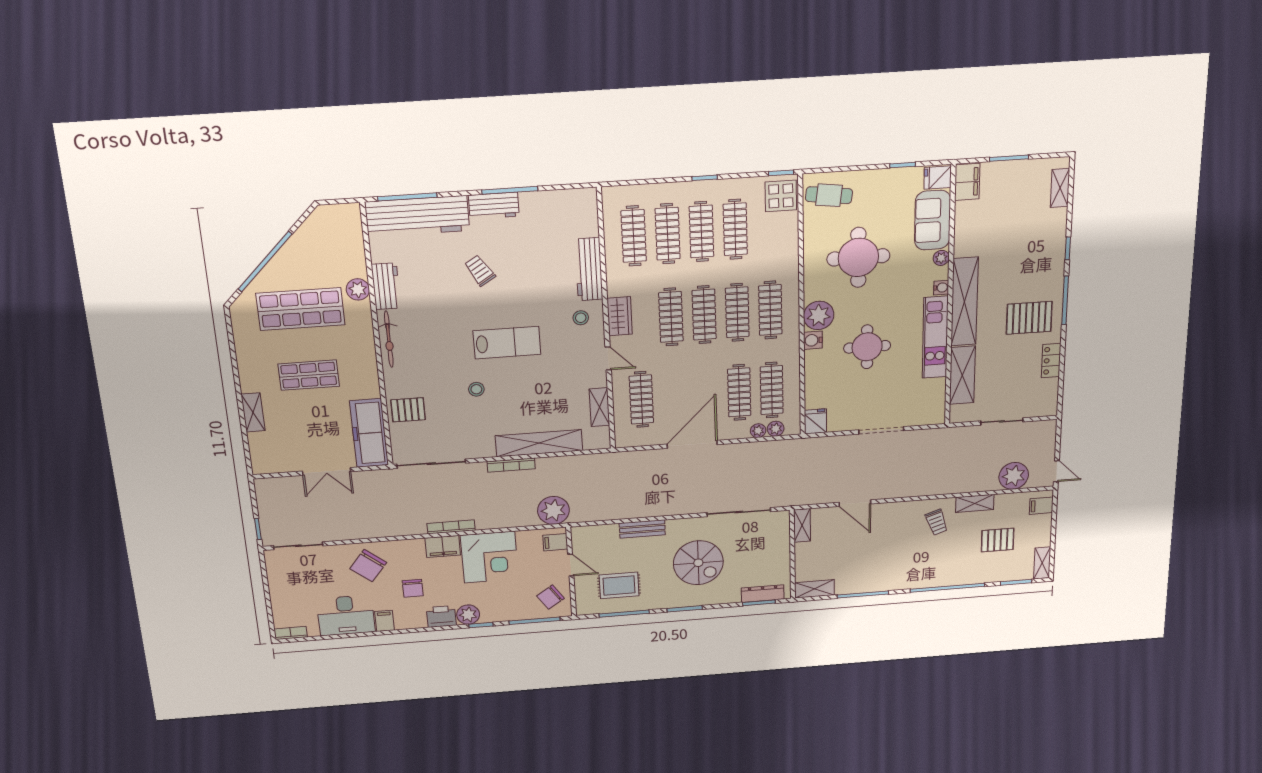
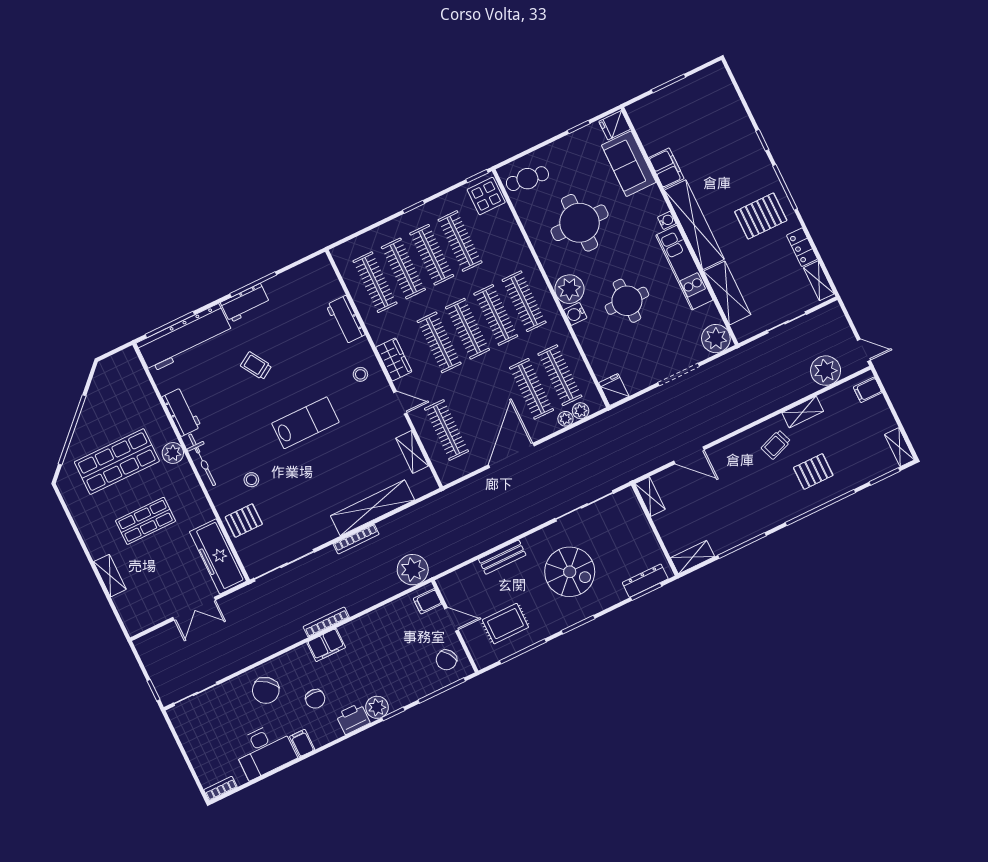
filing cabinet: (967, 182) -> (666, 168), moved
shelving: (1060, 188) -> (819, 281), moved
plant: (941, 258) -> (716, 339), moved, width x1.88, depth x1.88
workbench: (589, 269) -> (345, 320), width x0.73
plant: (358, 289) -> (173, 453), moved
stool: (476, 389) -> (251, 480), moved
trolley: (937, 522) -> (776, 445), turned 89
pallet: (998, 540) -> (813, 471), moved
corner desk: (489, 557) -> (373, 640), removed

